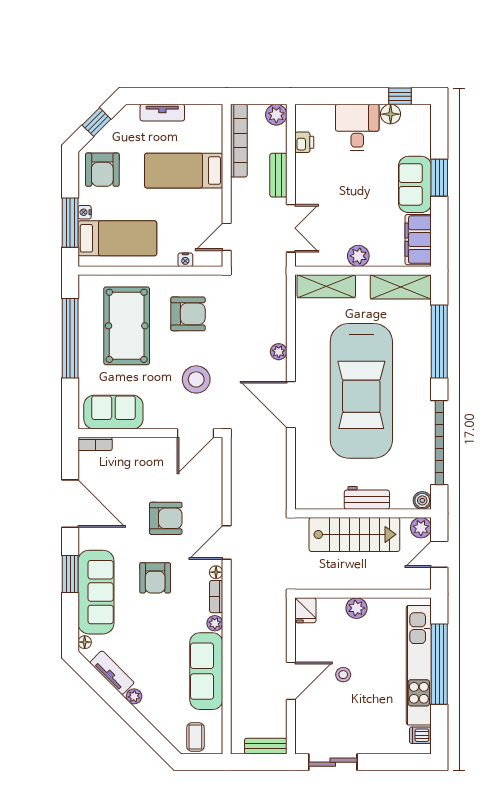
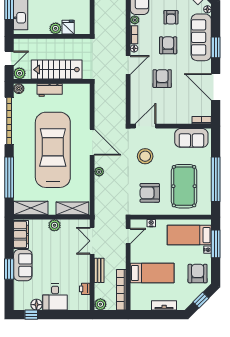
armchair: (166, 518) -> (162, 79), turned 90
fridge: (305, 610) -> (68, 27), moved
armchair: (150, 628) -> (171, 17), added

